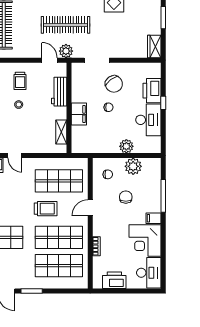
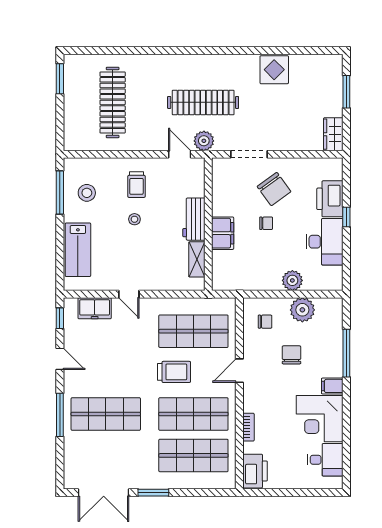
workbench: (59, 92) -> (194, 219), moved
desk: (149, 273) -> (325, 460), width x0.73
printer: (114, 280) -> (255, 471), moved, turned 90

